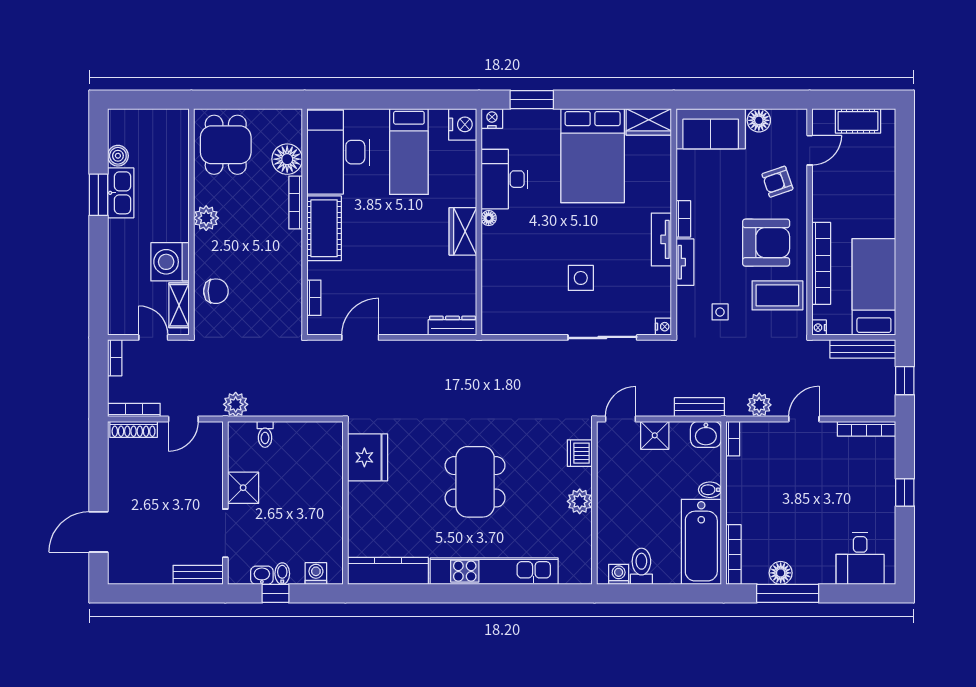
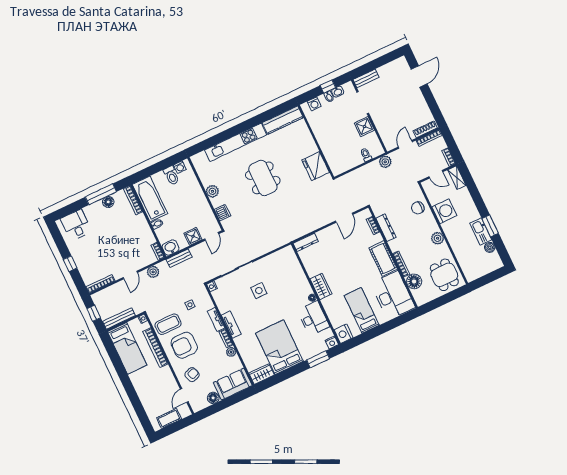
plant: (686, 189) -> (231, 352), added
dresser: (292, 283) -> (386, 228), added
shelving: (179, 305) -> (457, 178), moved

